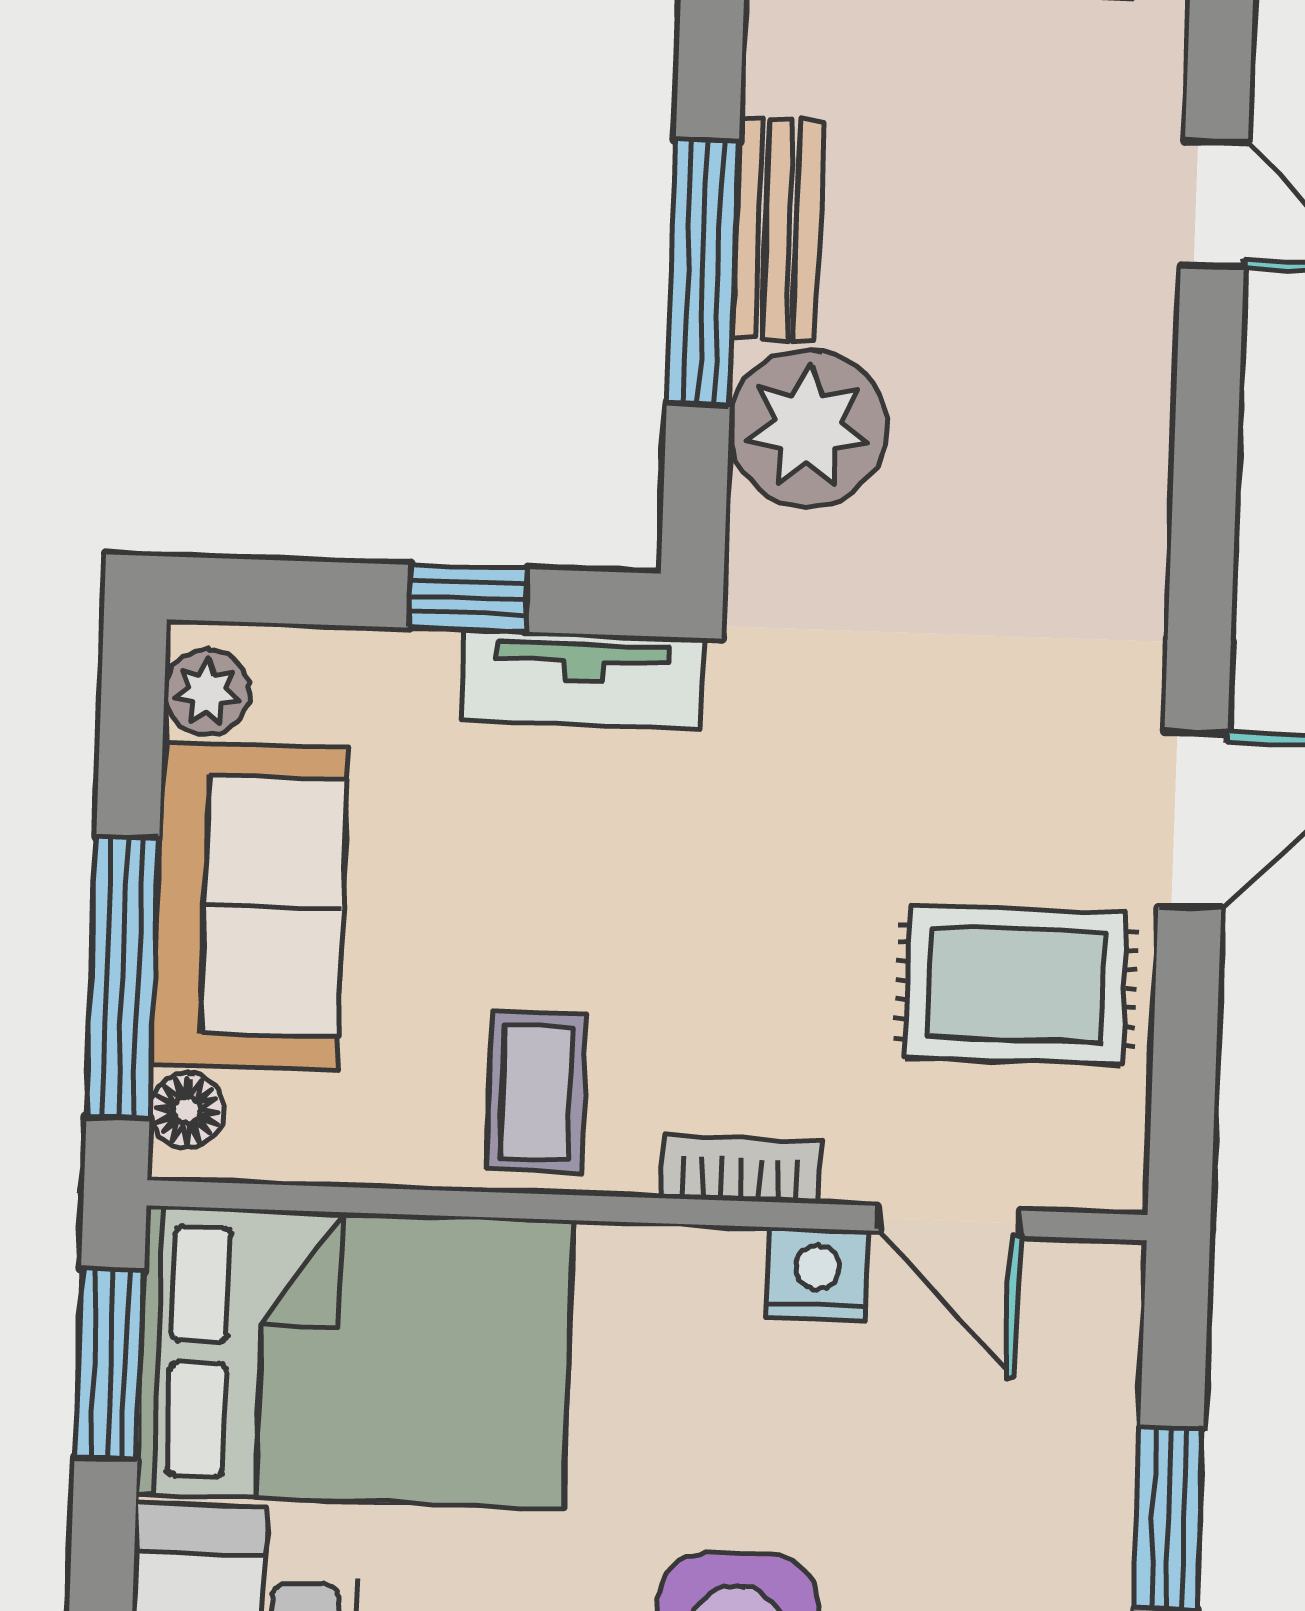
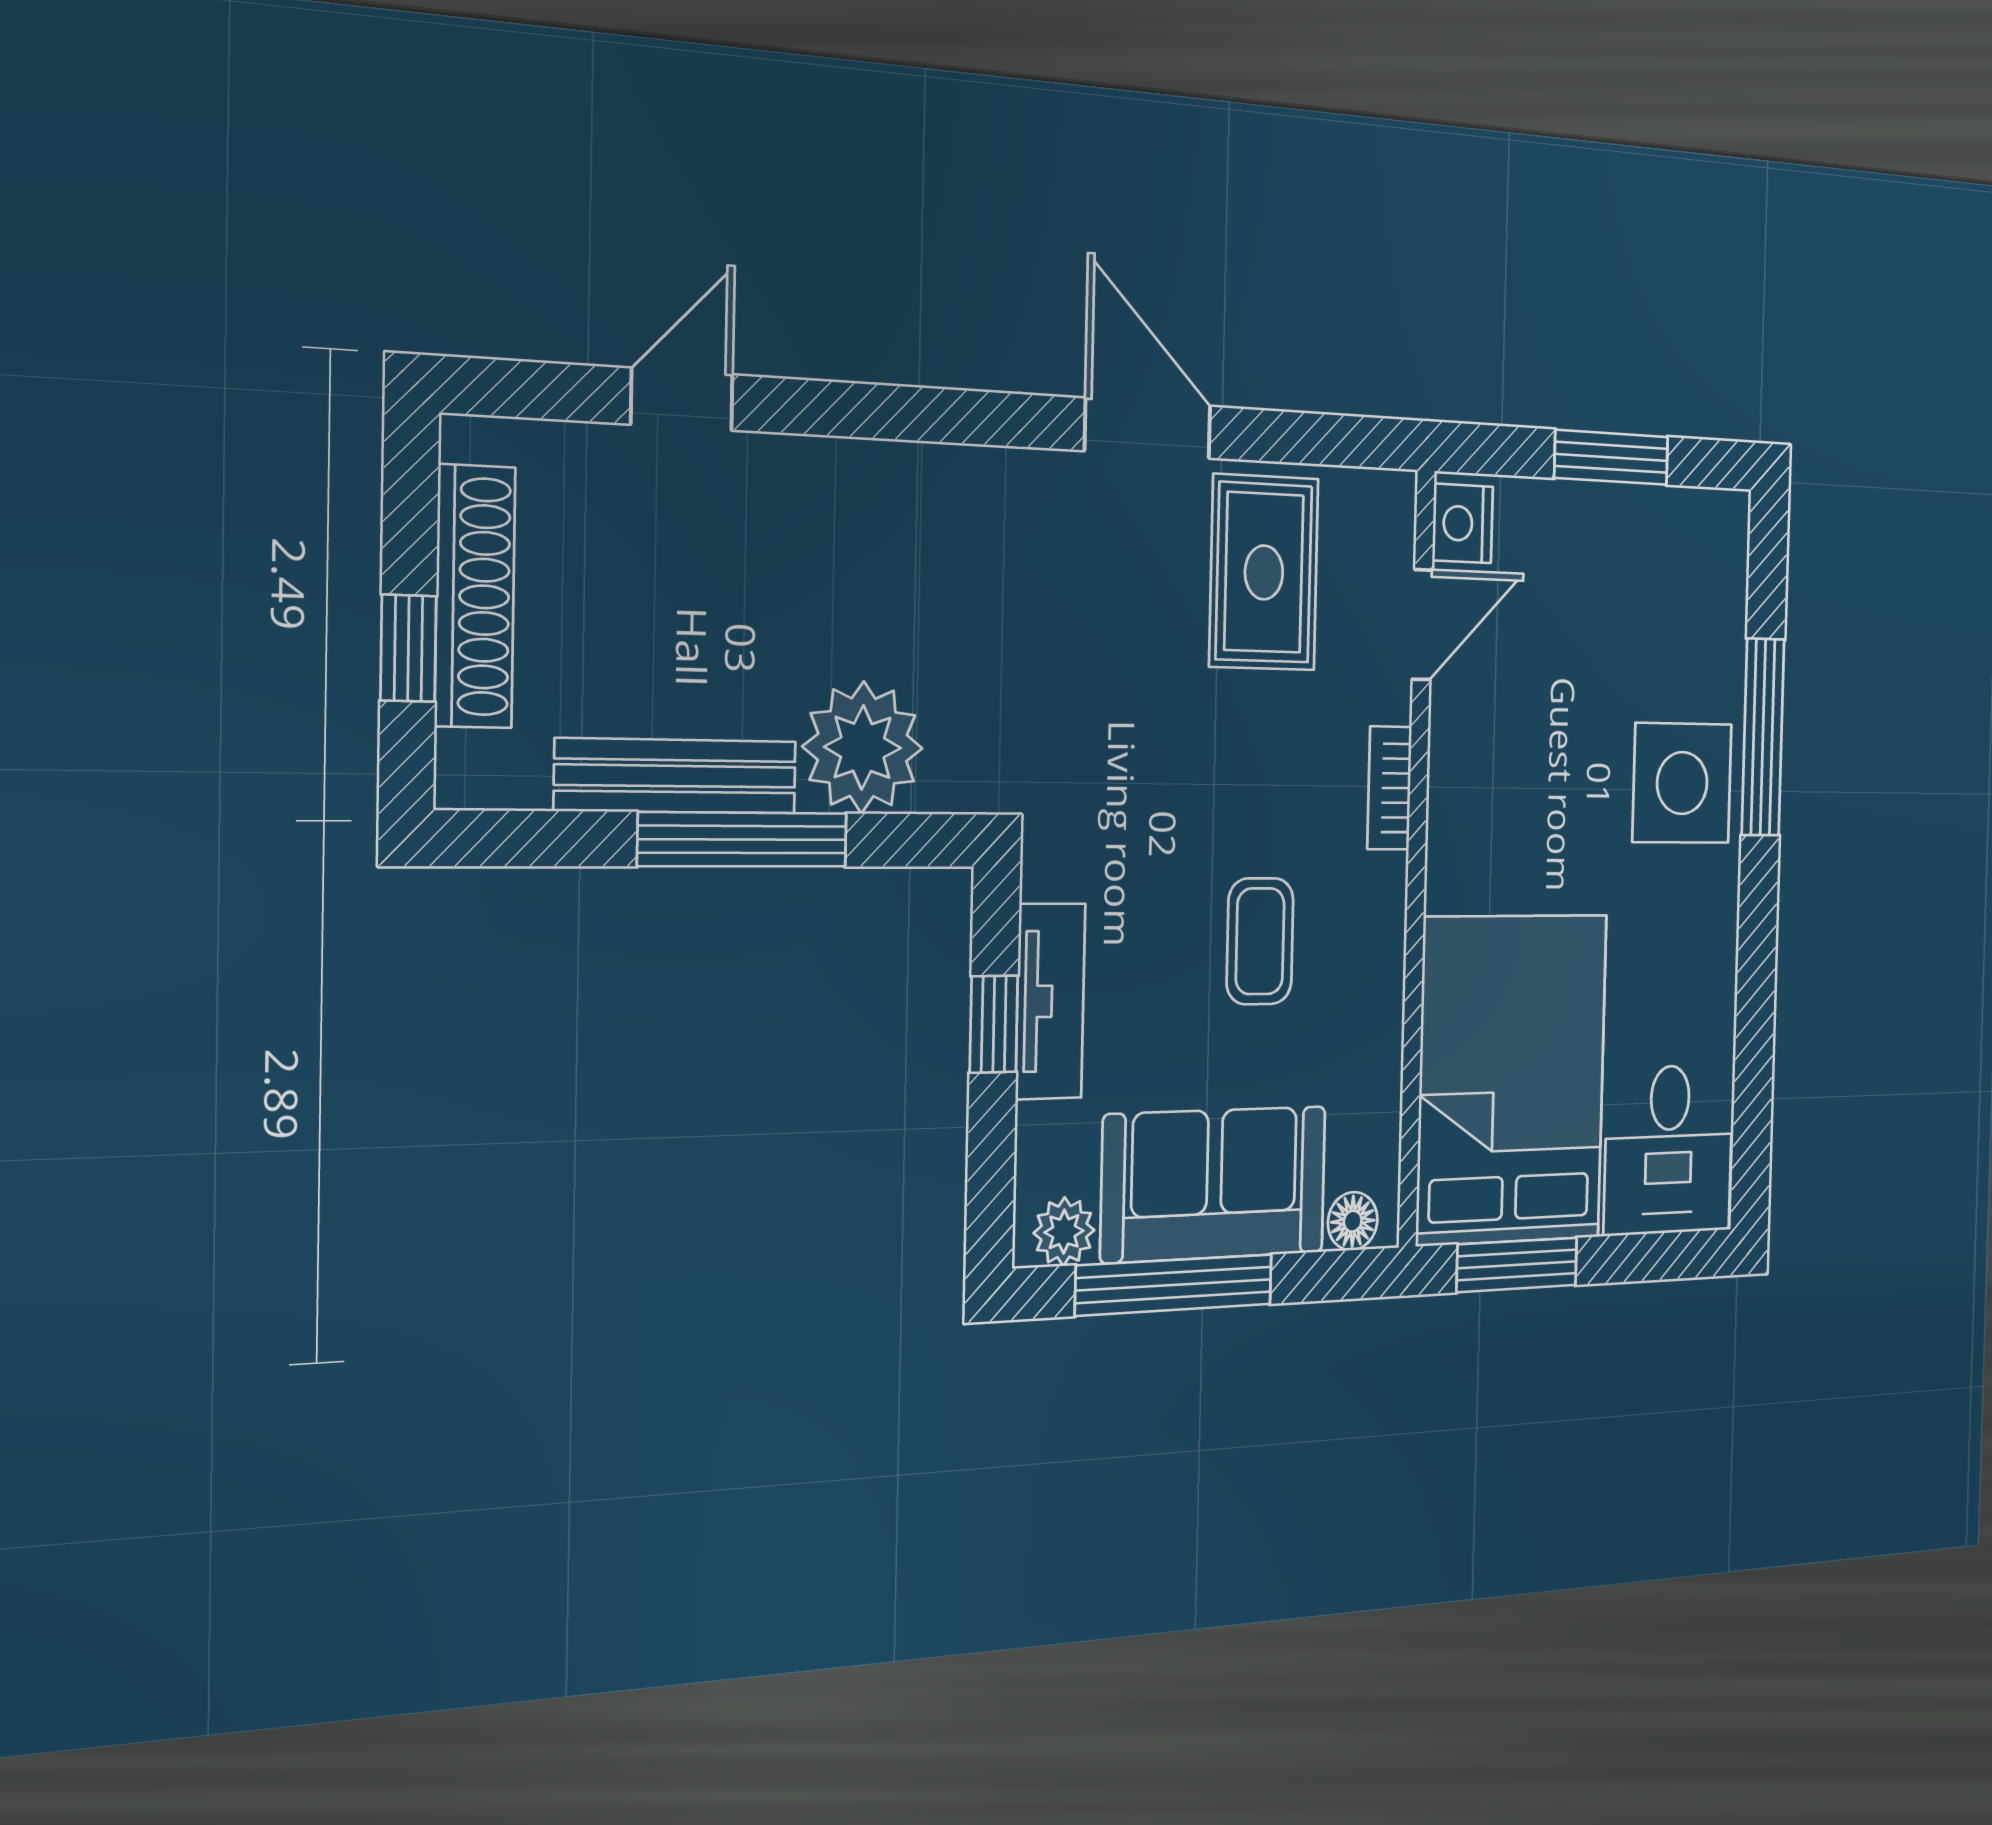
bench: (778, 230) -> (676, 776), width x1.36
tv unit: (583, 679) -> (1050, 1001), moved
window: (123, 978) -> (1174, 1285), moved
coffee table: (536, 1093) -> (1260, 941), moved, turned 90
nightstand: (817, 1274) -> (1463, 523), moved

